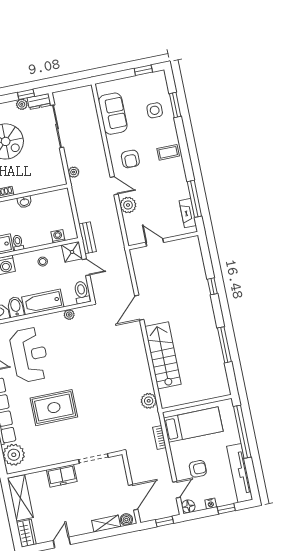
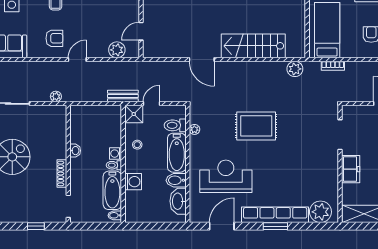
plant: (128, 205) -> (117, 50), moved
washing machine: (58, 236) -> (116, 154), moved
toilet: (82, 292) -> (175, 125), moved
rug: (54, 408) -> (256, 126), moved, turned 90

